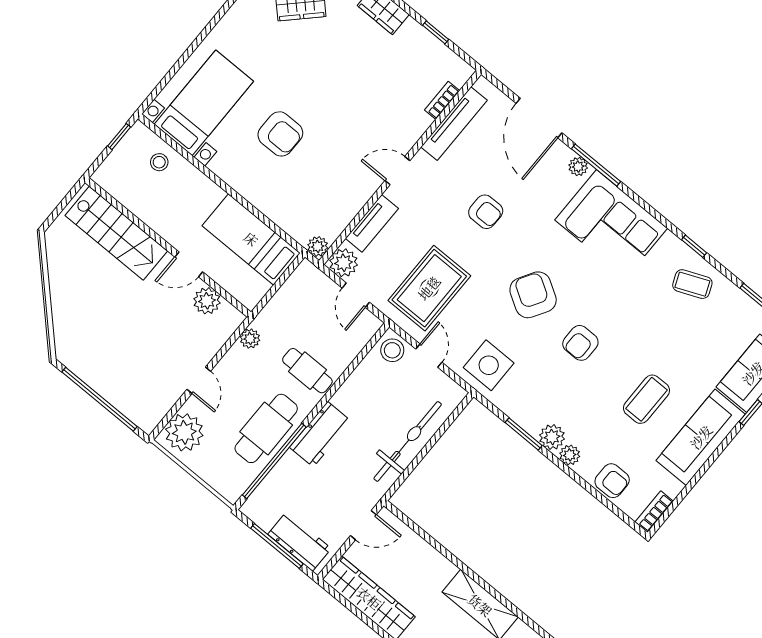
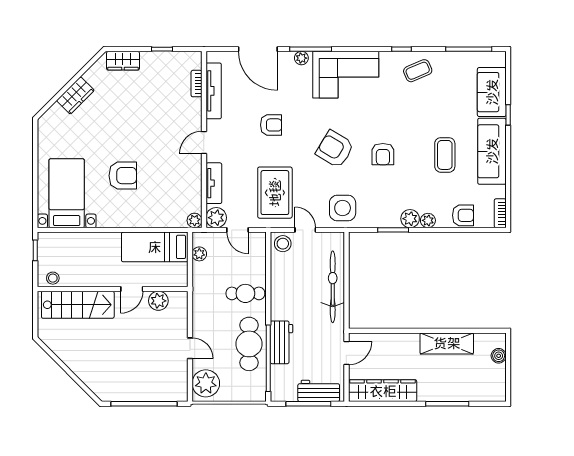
stool: (159, 162) -> (53, 278), moved
plant: (250, 339) -> (199, 254), moved
workbench: (320, 434) -> (281, 342), moved

